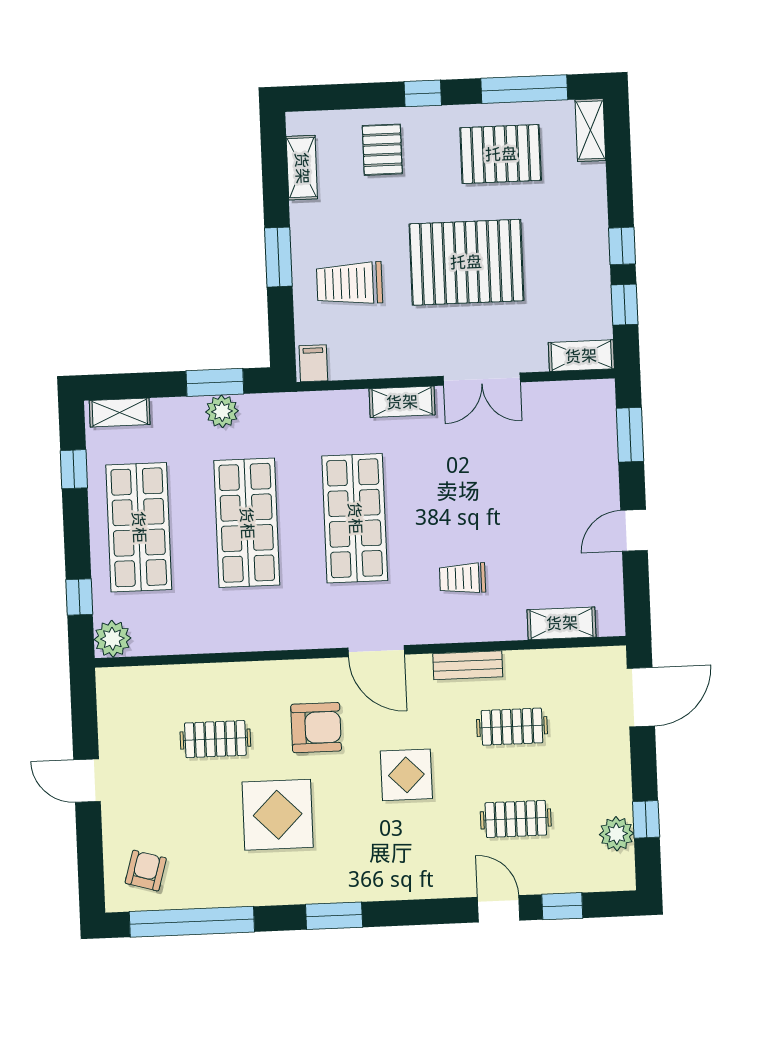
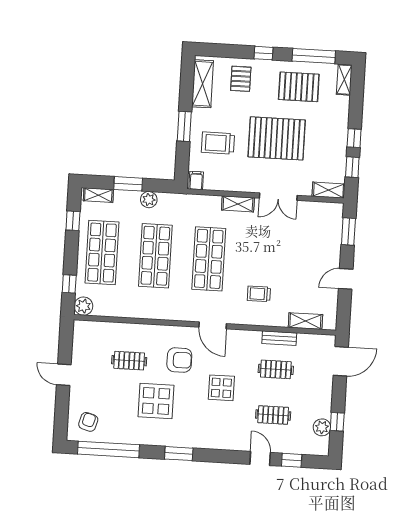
shelving: (302, 168) -> (203, 84), width x1.50, depth x1.33
window: (215, 382) -> (128, 184), moved
bench: (468, 665) -> (279, 338), moved

